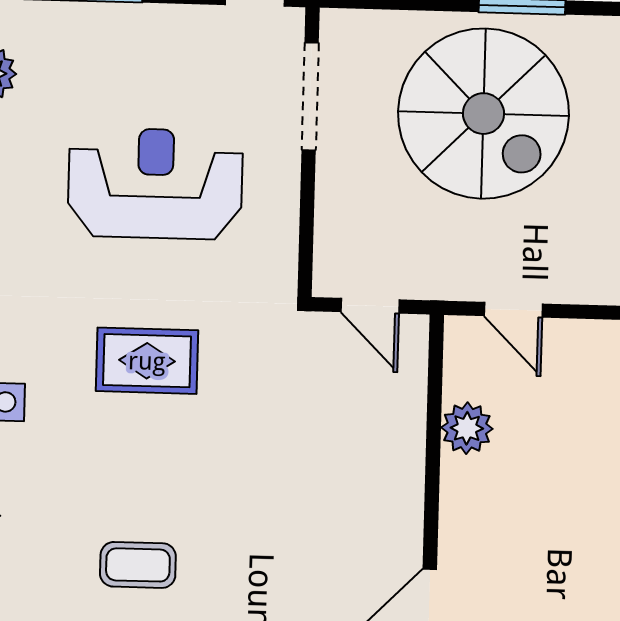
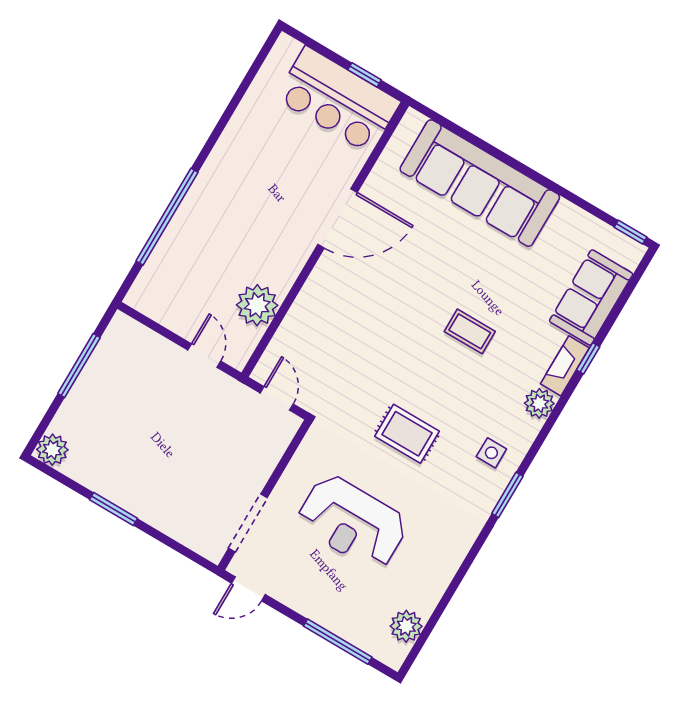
spiral stairs: (483, 114) -> (164, 465), removed
plant: (467, 428) -> (257, 305), width x1.36, depth x1.36

